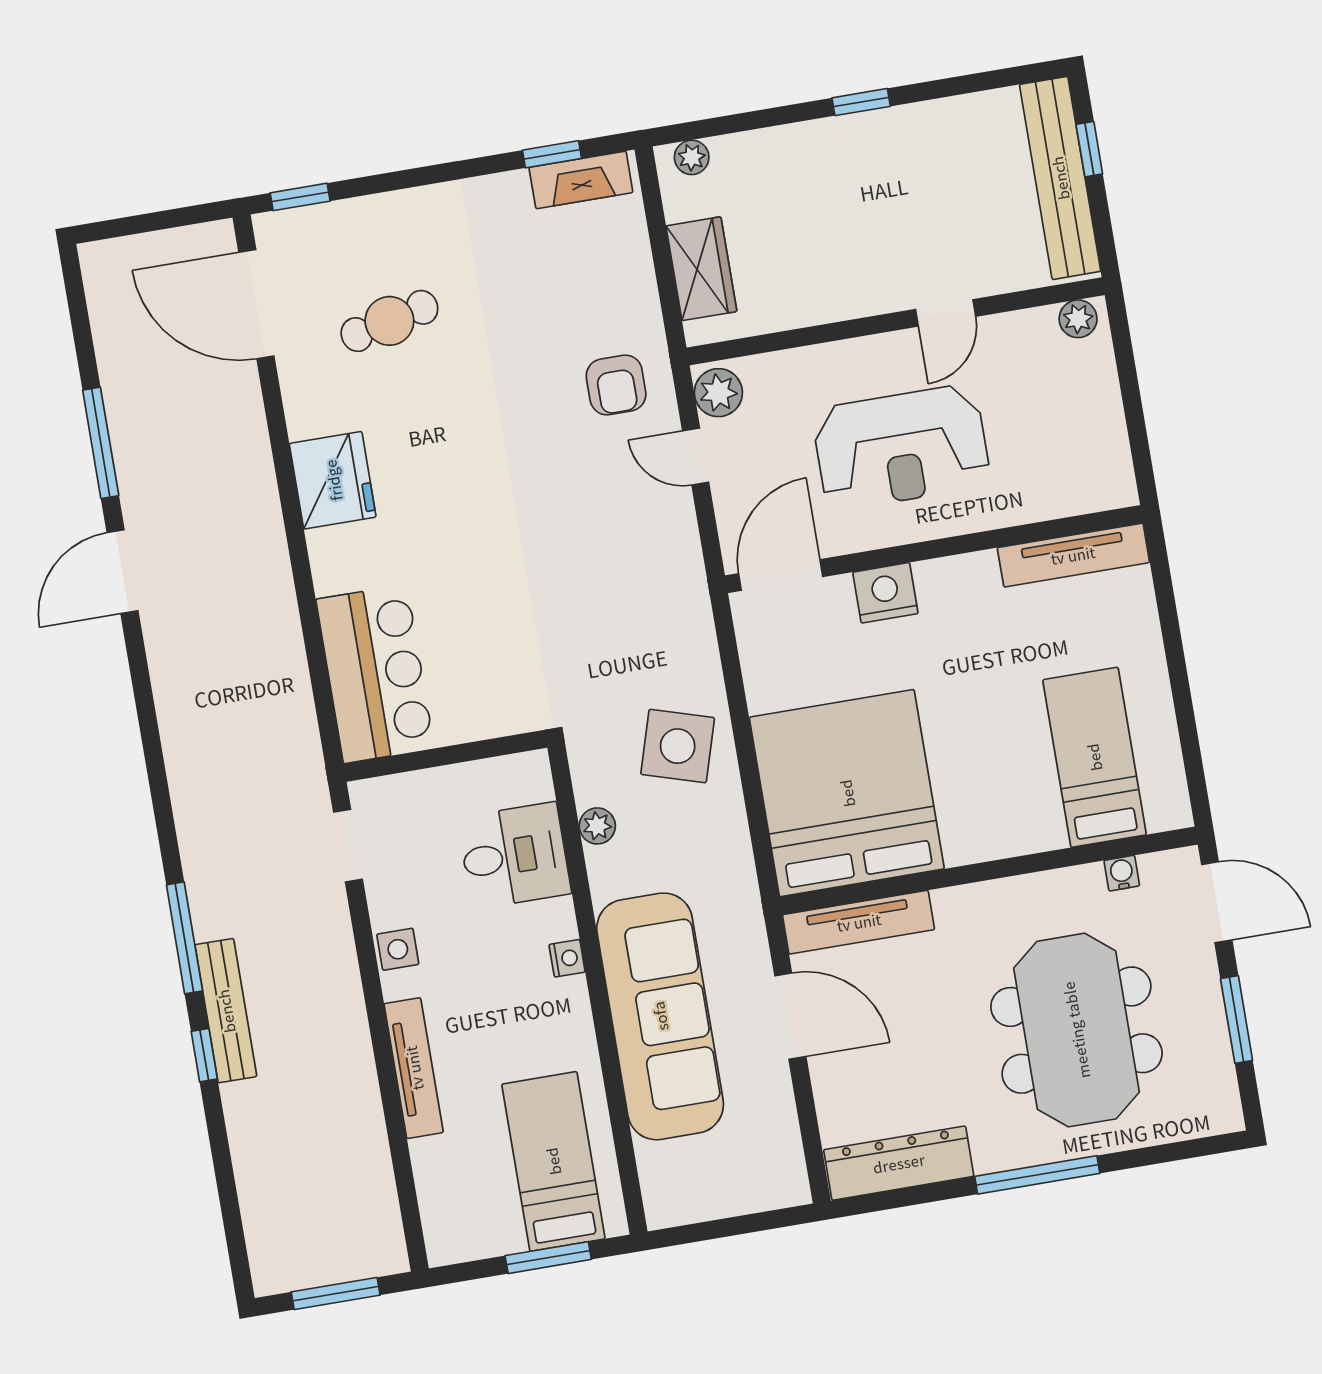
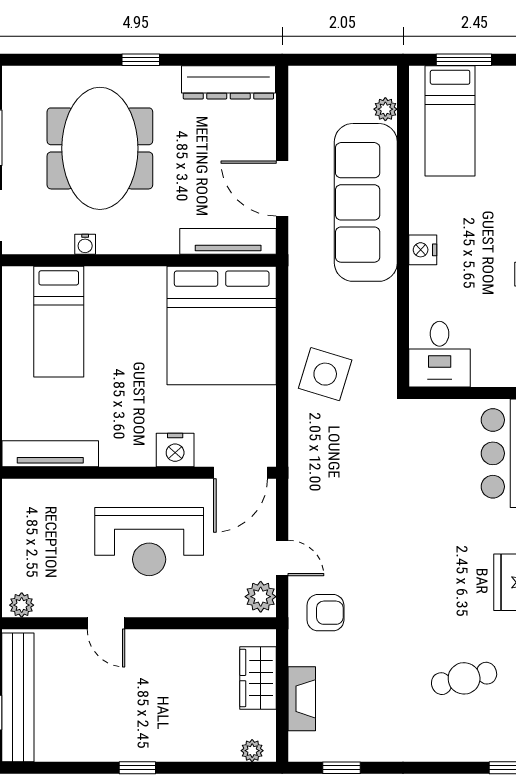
fireplace: (581, 180) -> (302, 699), moved, turned 90
door: (946, 313) -> (106, 623), swing flipped
armchair: (616, 385) -> (325, 613), turned 90
reception desk: (901, 447) -> (149, 542), turned 180
plant: (597, 826) -> (385, 109), moved
desk: (514, 856) -> (440, 354), moved, turned -90
water cooler: (1122, 873) -> (85, 244), moved
nightstand: (567, 958) -> (423, 250), width x1.39, depth x1.35
window: (1037, 1175) -> (141, 60), width x0.46

